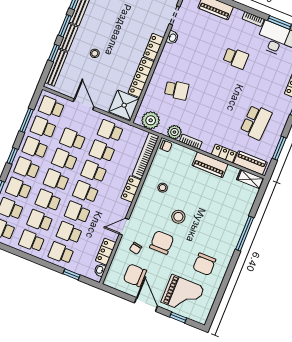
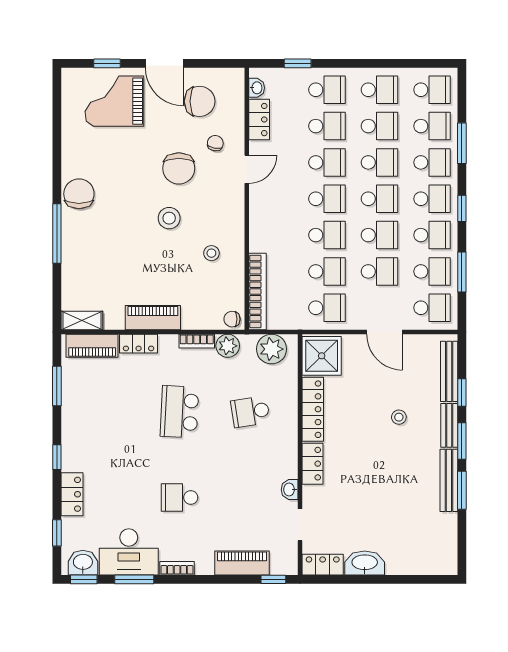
school desk: (256, 122) -> (179, 412), moved
locker: (131, 189) -> (259, 231), removed
chair: (204, 264) -> (79, 194), moved

